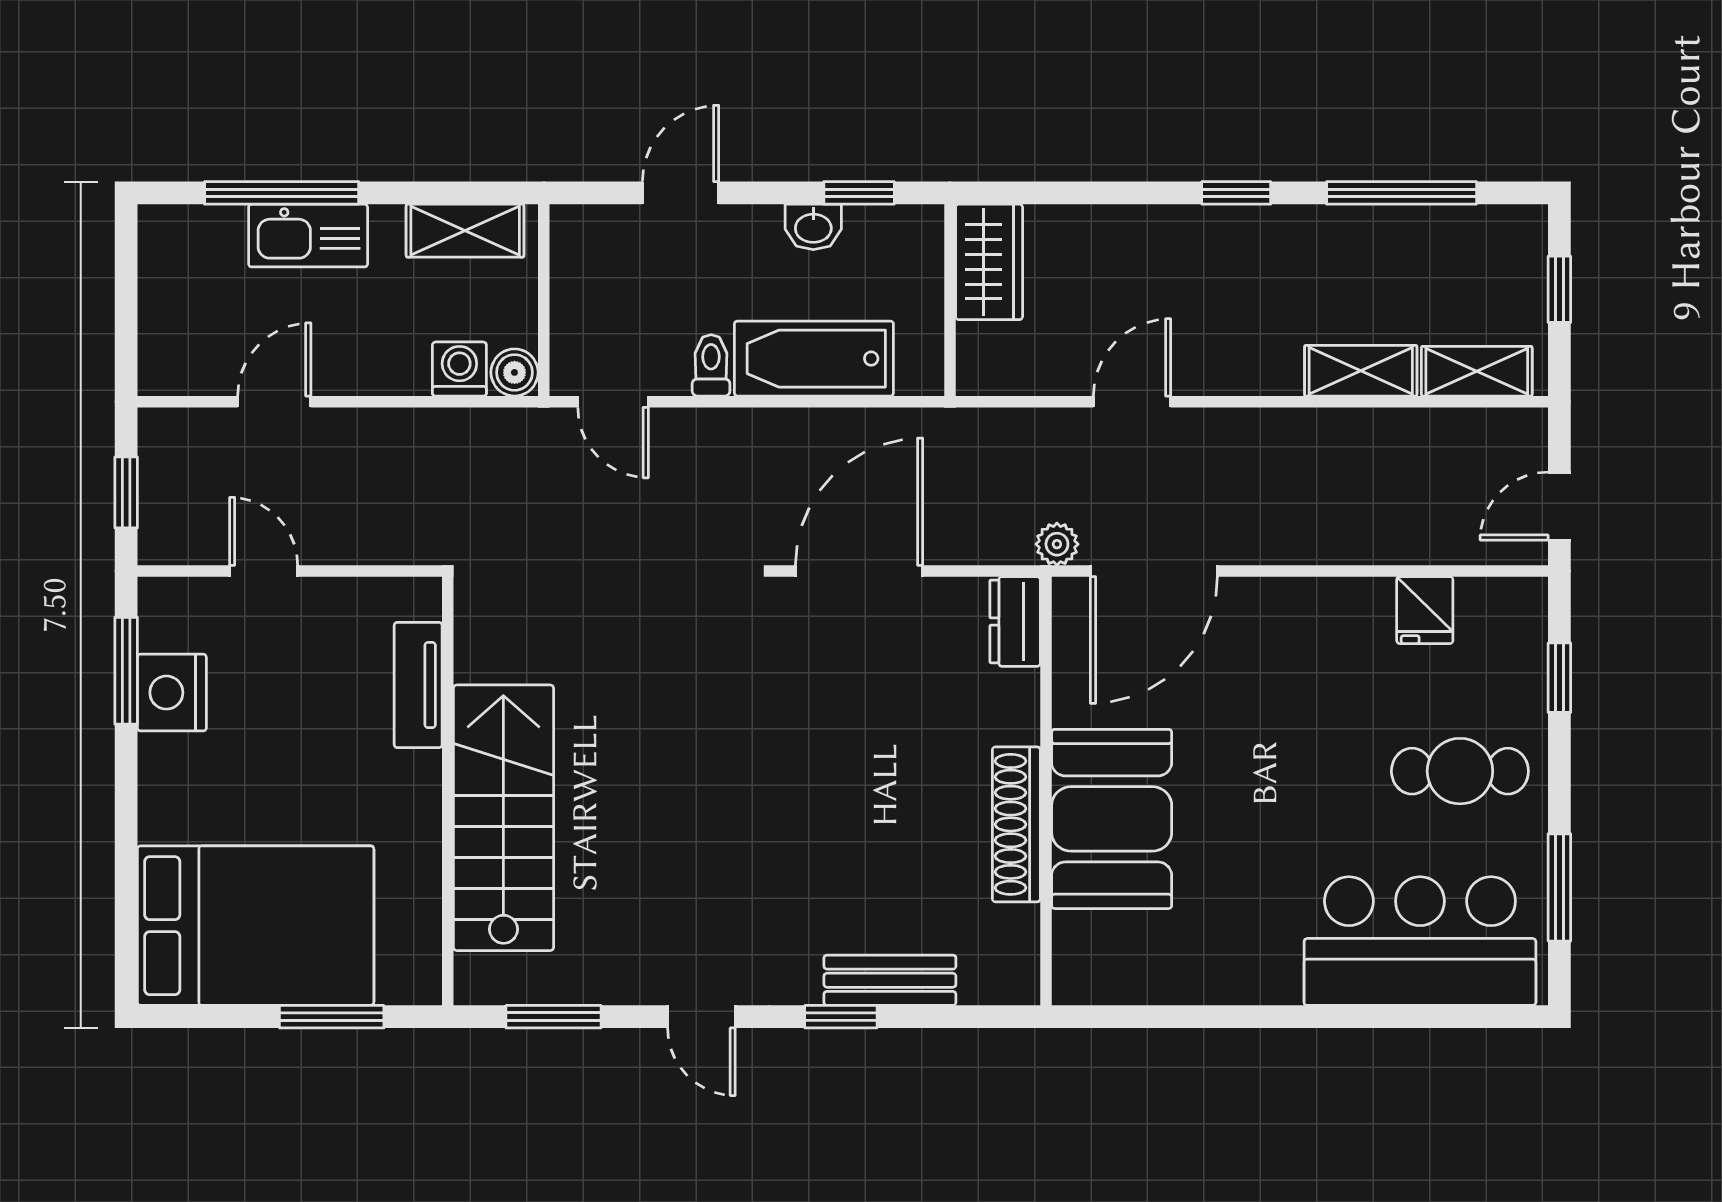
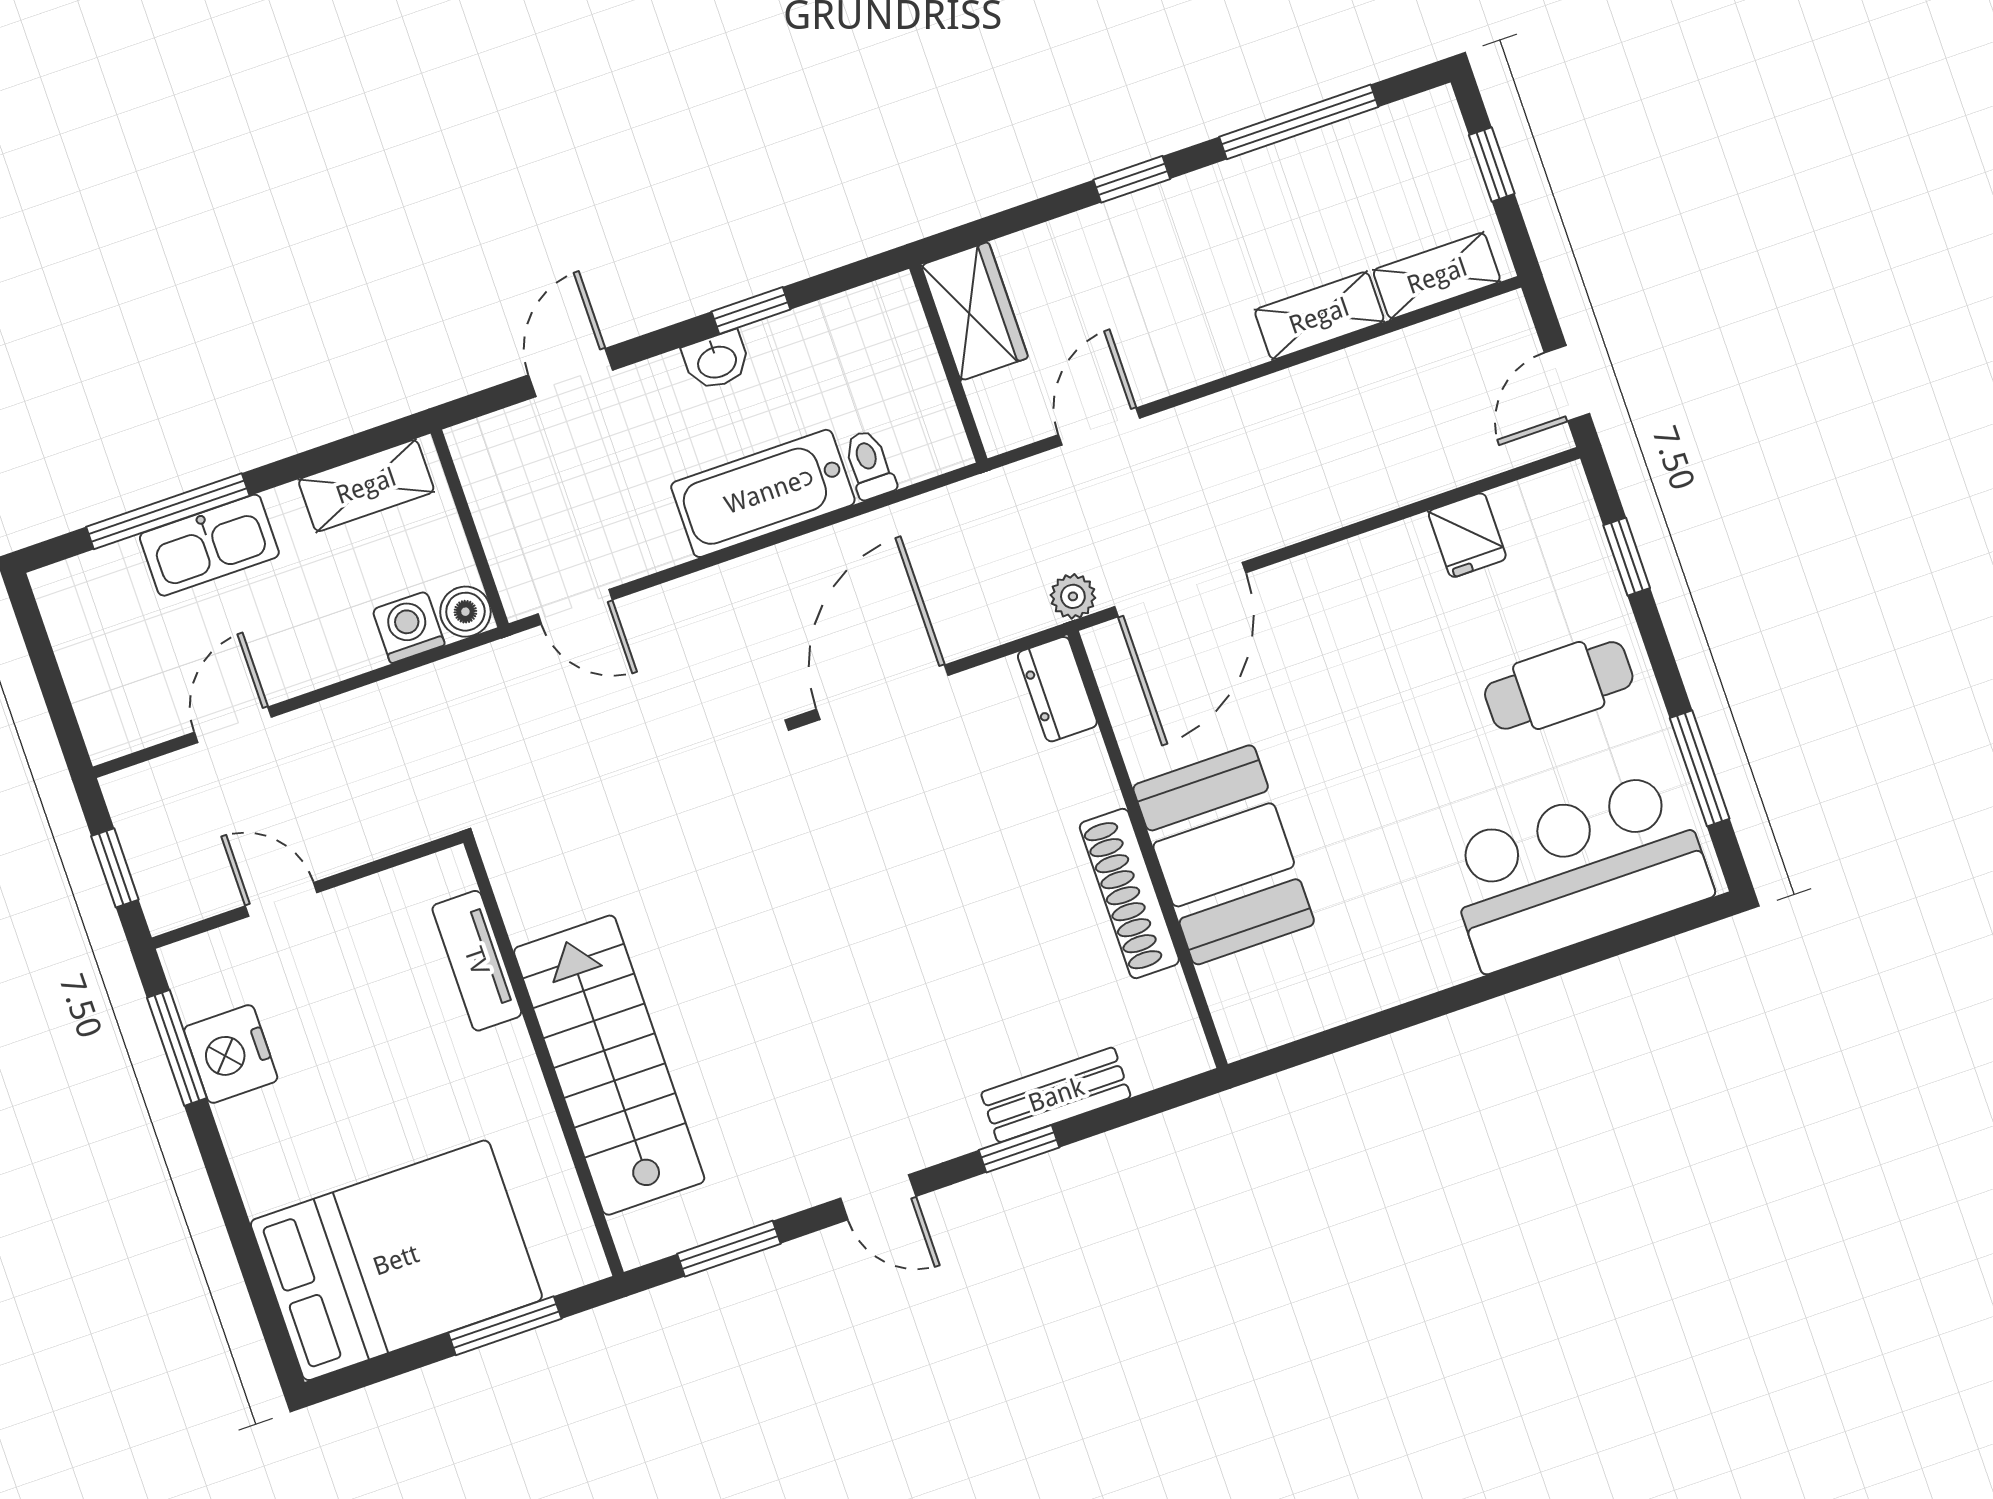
wardrobe: (989, 262) -> (975, 311), moved
wall: (950, 300) -> (948, 364), moved
toilet: (711, 365) -> (869, 465), moved

